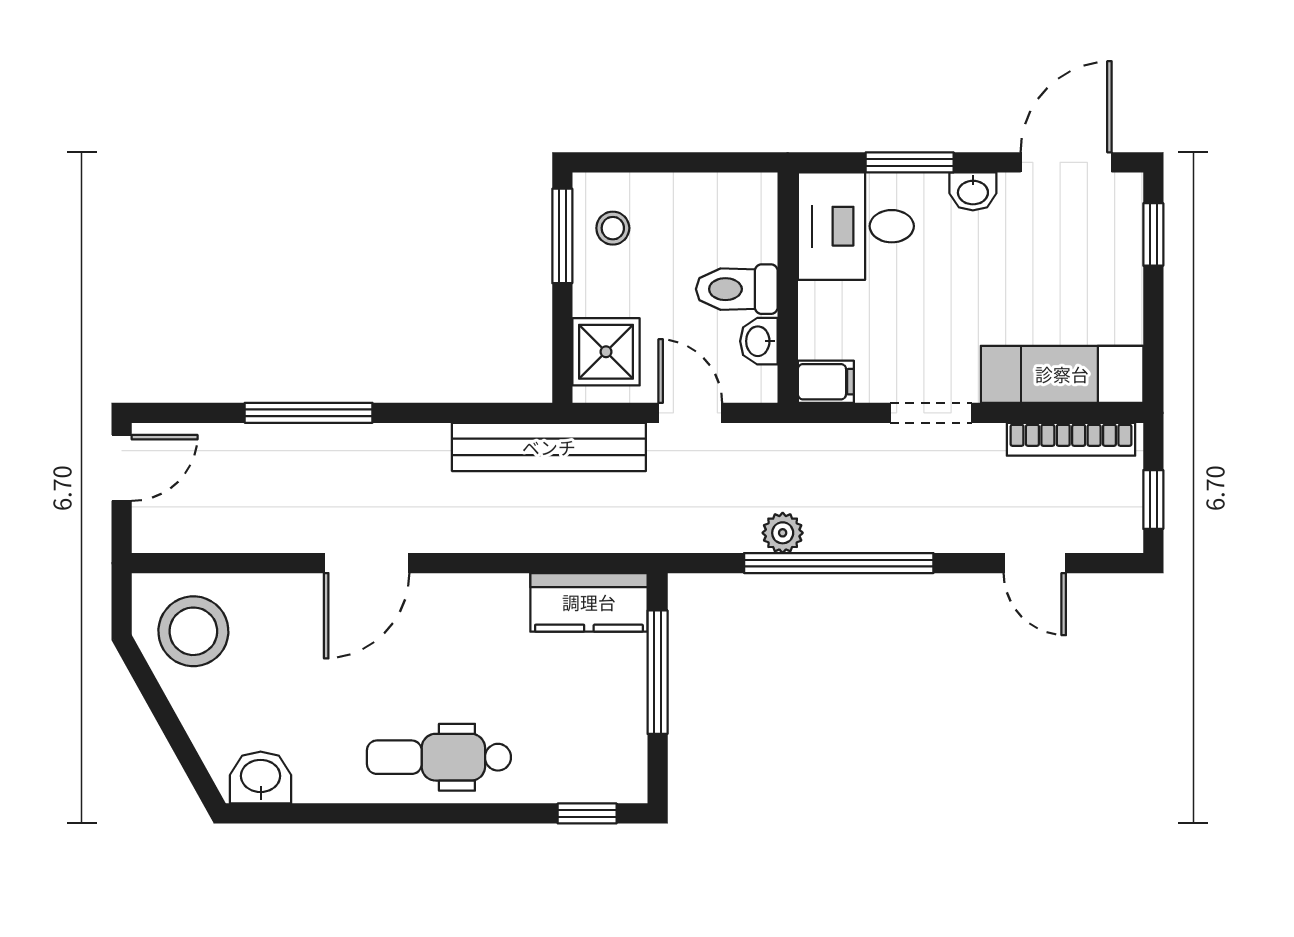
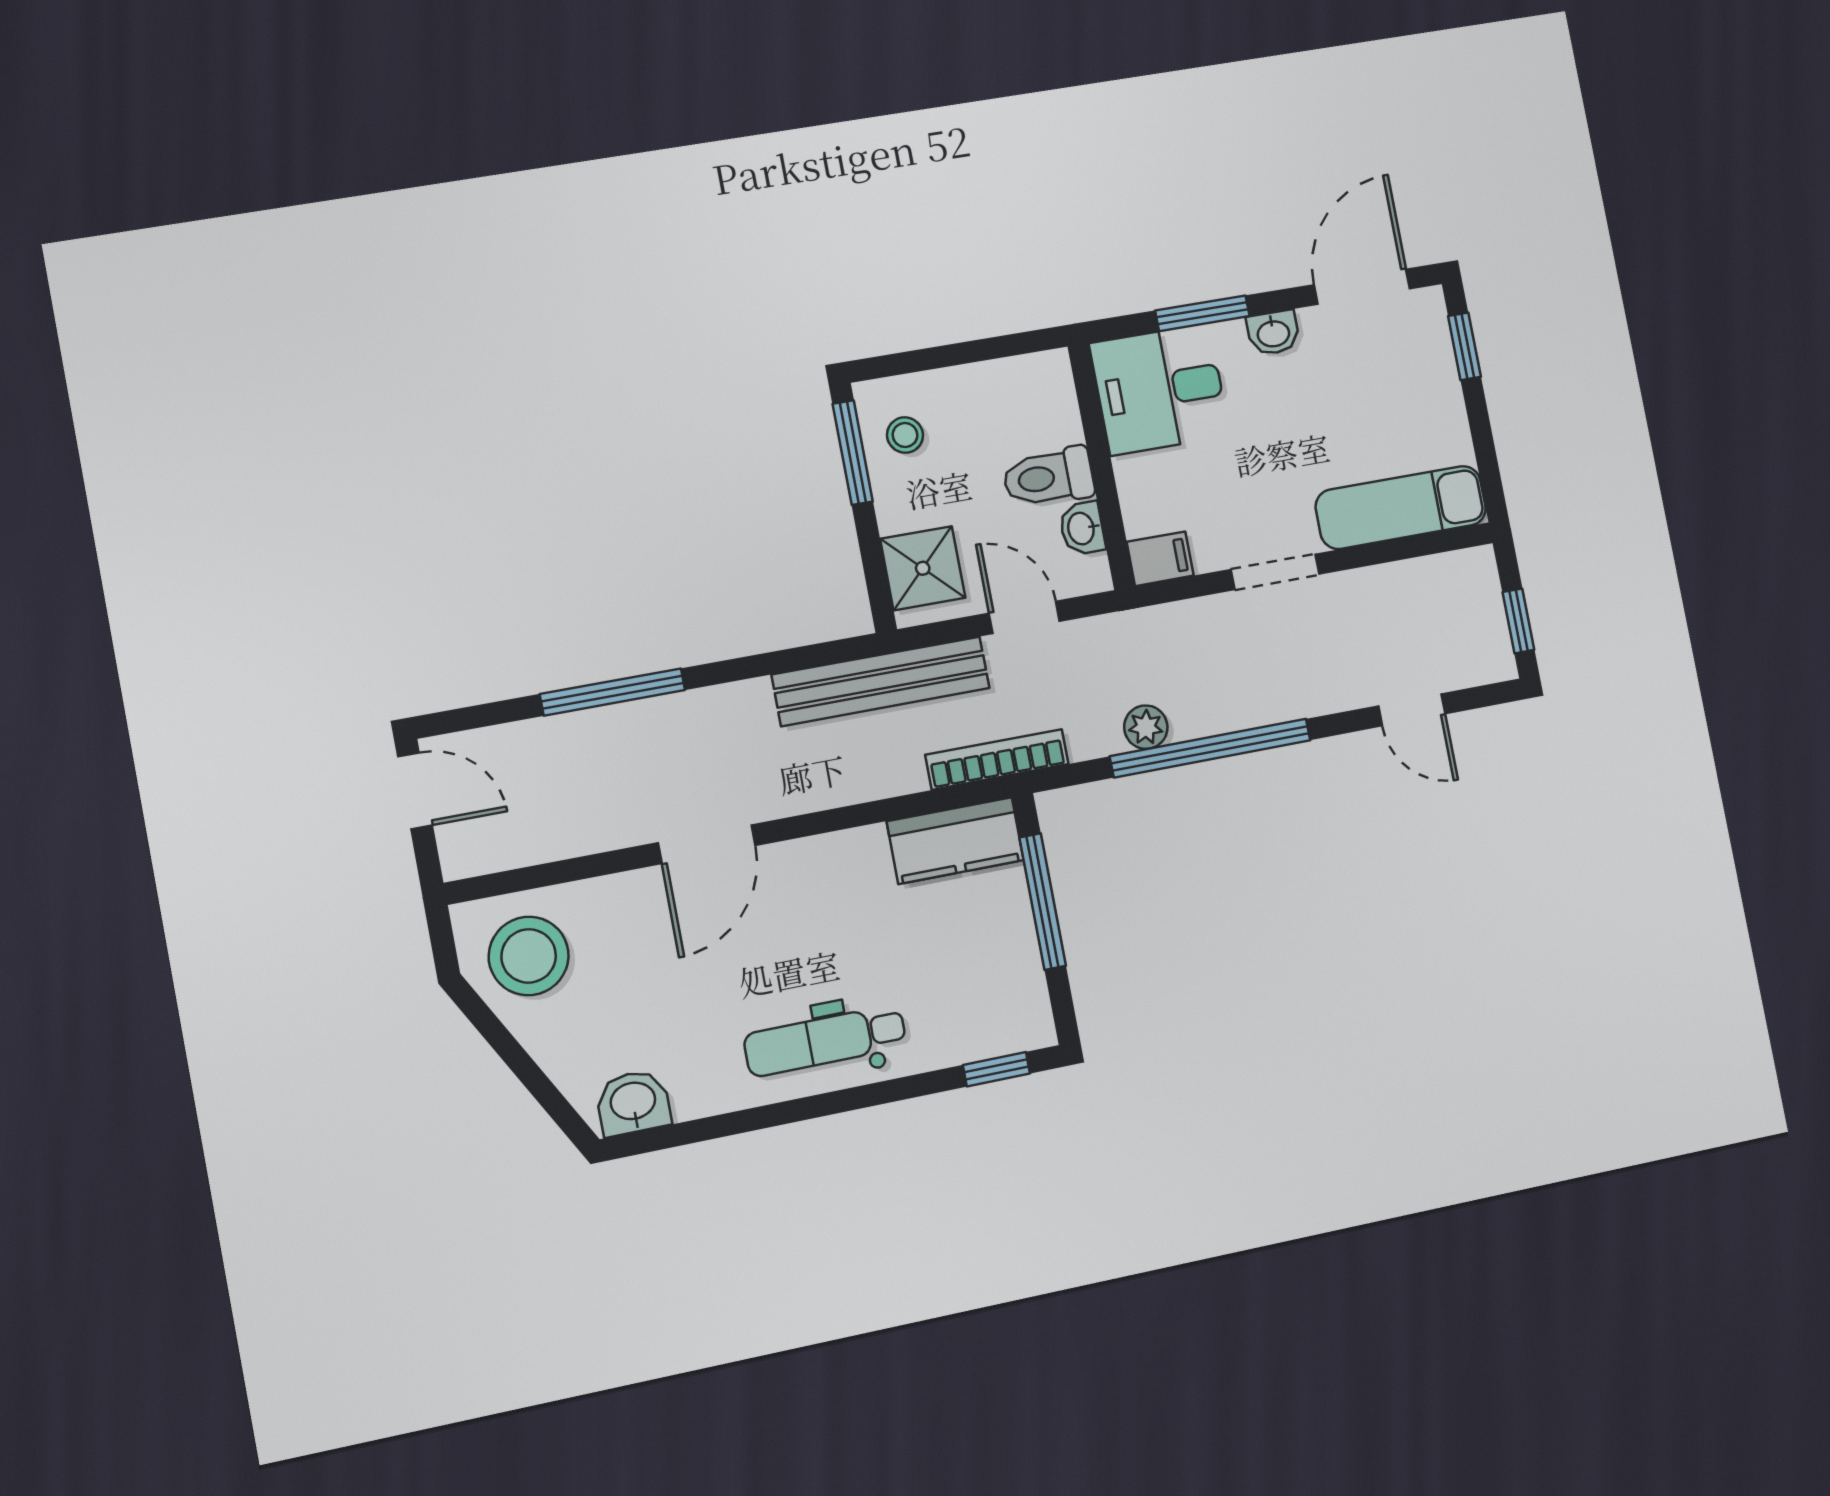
bookcase: (1071, 439) -> (997, 759), moved, turned 180
door: (122, 468) -> (415, 791), hinge flipped

